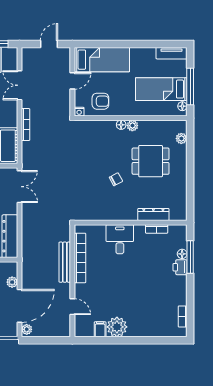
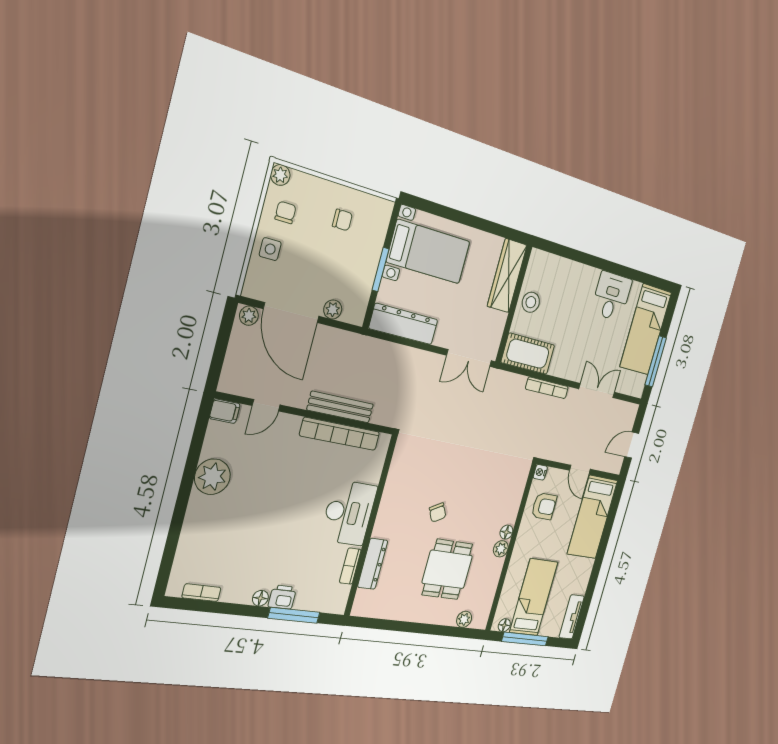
door: (49, 44) -> (632, 445), swing flipped
armchair: (100, 101) -> (544, 506), turned -90
desk: (120, 239) -> (349, 513), width x1.37
floor lamp: (182, 254) -> (260, 598), moved
filing cabinet: (100, 329) -> (225, 411), moved

